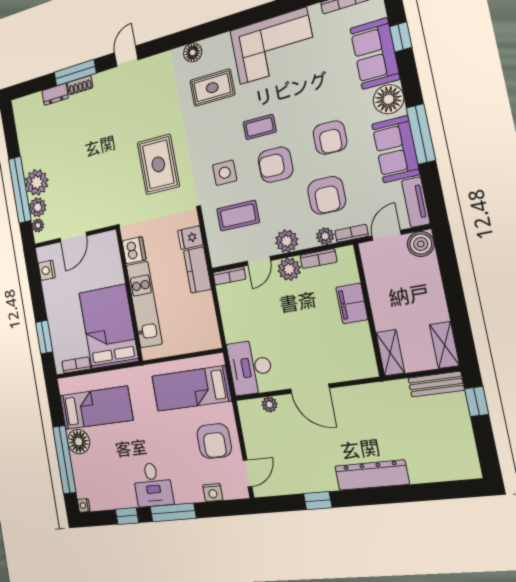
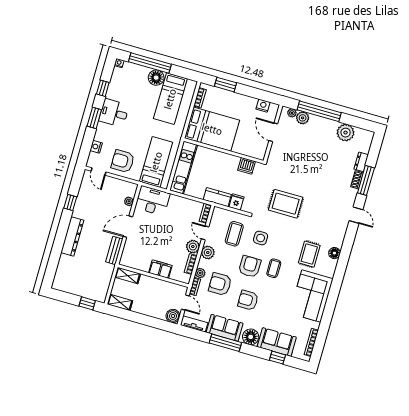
plant: (37, 182) -> (346, 133), moved
kitchen unit: (144, 305) -> (184, 168), moved, turned -90
bench: (436, 384) -> (114, 250), moved
window: (173, 512) -> (94, 118), width x0.69

